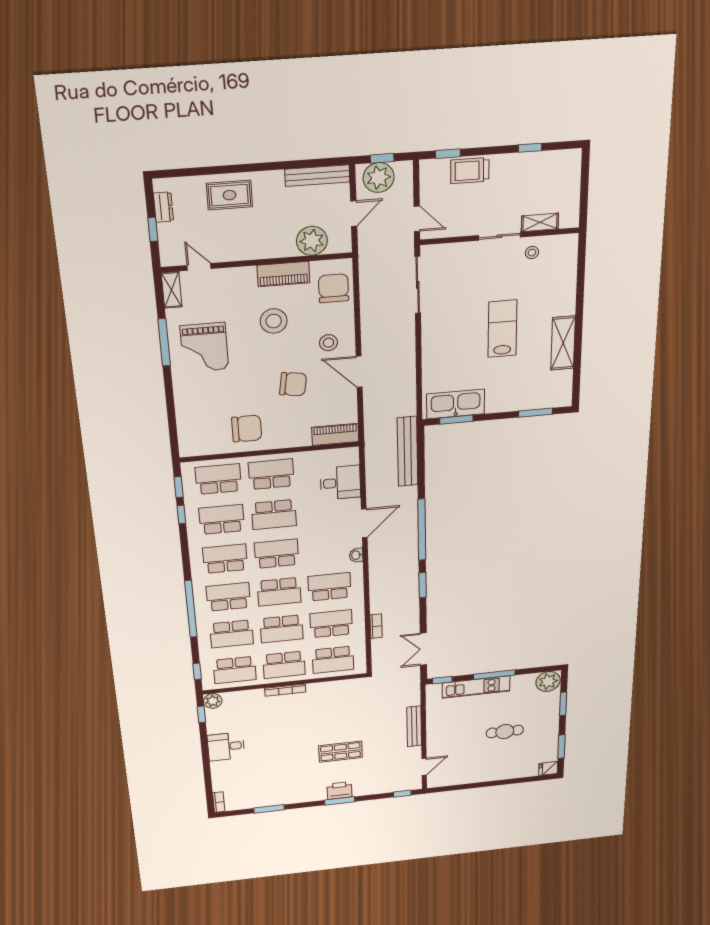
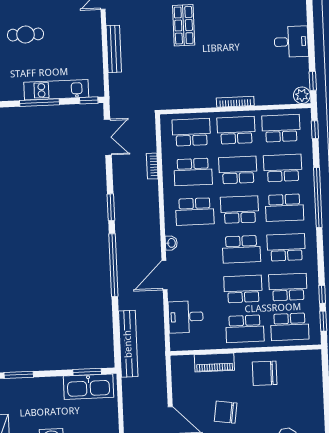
piano: (335, 434) -> (214, 363), moved
school desk: (222, 519) -> (288, 287), turned 180
school desk: (225, 559) -> (286, 247), turned 180
shop shelf: (341, 752) -> (184, 25), turned 90

